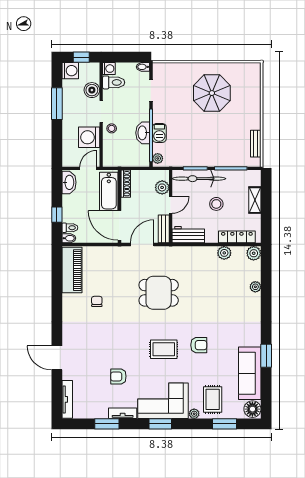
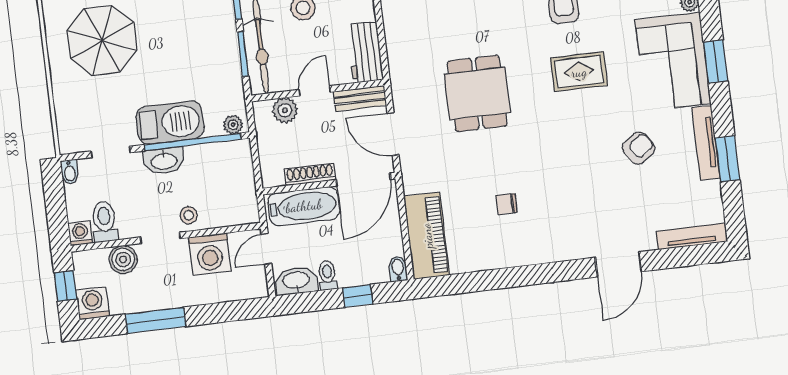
washbasin: (143, 133) -> (164, 161), moved
barbecue: (159, 133) -> (170, 122), width x1.88, depth x1.53
door: (88, 168) -> (266, 249), hinge flipped
shoe rack: (126, 184) -> (310, 174), moved
door: (171, 205) -> (315, 91), hinge flipped
toilet: (70, 228) -> (327, 275), moved
piano: (72, 270) -> (427, 236), moved, turned 90
rug: (164, 349) -> (579, 72), turned 90
armchair: (118, 376) -> (639, 148), turned -126
tv unit: (123, 413) -> (706, 143), width x1.41

